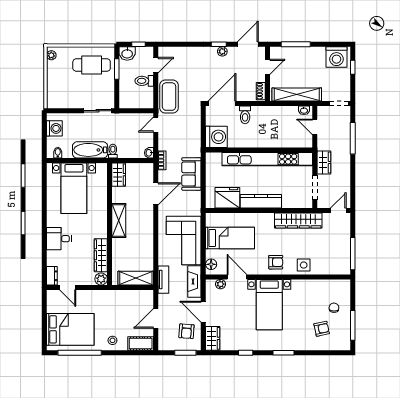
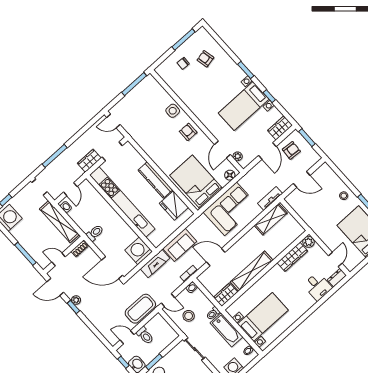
toilet: (245, 115) -> (95, 233), moved
stool: (128, 130) -> (189, 316), added
wardrobe: (298, 220) -> (145, 142), removed
shelving: (119, 221) -> (252, 271), width x1.47
bed: (230, 238) -> (196, 182), width x1.50
desk: (59, 239) -> (318, 286), moved
shelving: (136, 278) -> (271, 219), moved, turned 90
fireplace: (194, 281) -> (155, 264), moved
bed with nightstands: (269, 305) -> (244, 106), moved, turned 180
cot: (141, 344) -> (328, 174), removed

